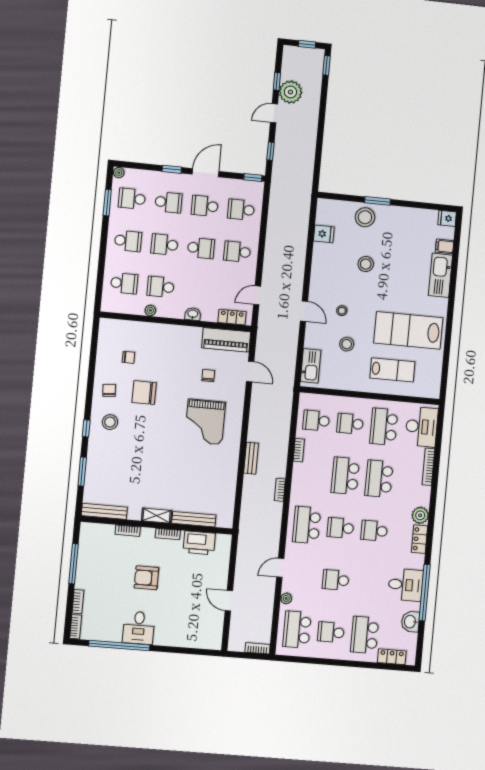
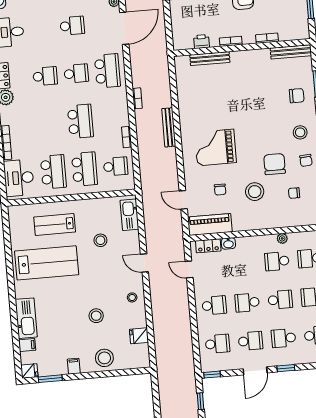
window: (378, 201) -> (50, 379), moved
filing cabinet: (399, 214) -> (74, 366), added
school desk: (161, 287) -> (277, 261), turned 180
door: (257, 295) -> (189, 269), swing flipped
stool: (342, 311) -> (132, 297), moved
washbasin: (193, 314) -> (228, 243), moved
stool: (171, 367) -> (255, 192), added
chair: (144, 393) -> (275, 164), turned -90
grand piano: (205, 422) -> (215, 147), turned -90
school desk: (350, 424) -> (84, 169), width x1.85
bench: (251, 458) -> (169, 127), width x1.36
chair: (107, 463) -> (297, 96), added
school desk: (379, 479) -> (49, 124), removed
shelving: (157, 516) -> (244, 56), removed
printer: (199, 543) -> (202, 41), width x0.53, depth x0.68
door: (280, 568) -> (124, 28), width x1.87

